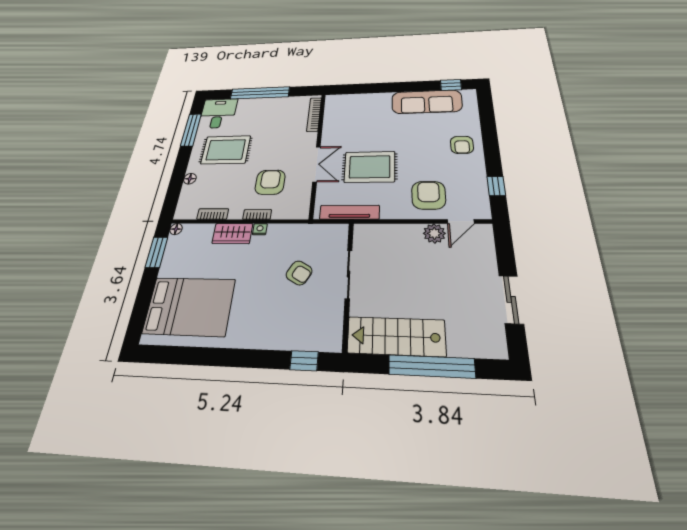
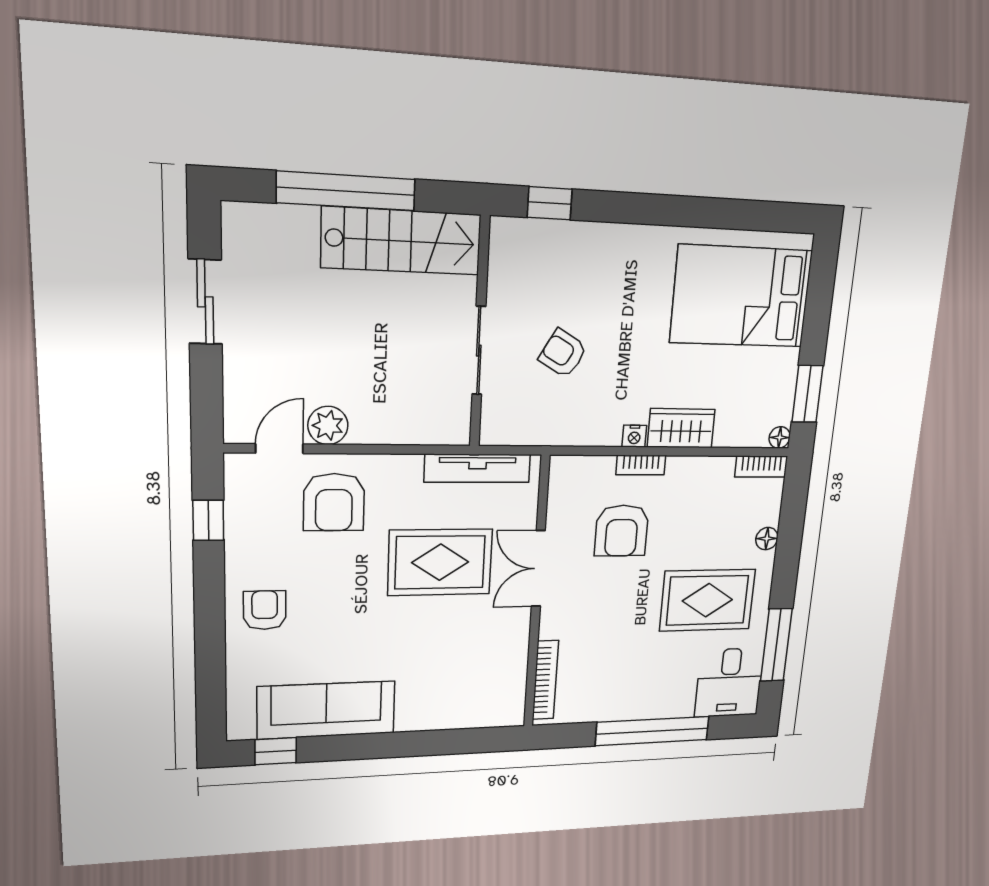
bookcase: (213, 214) -> (761, 467), moved

